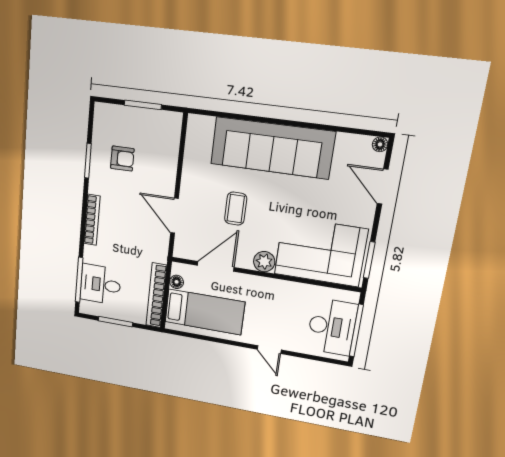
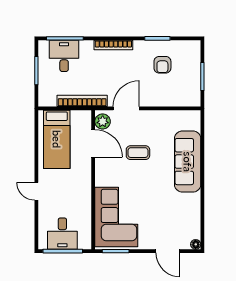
sofa: (272, 148) -> (188, 162), width x0.74, depth x0.79
door: (383, 187) -> (168, 251), swing flipped
plant: (264, 262) -> (103, 121), moved
floor lamp: (177, 282) -> (76, 115), removed
bookcase: (156, 295) -> (82, 101), moved
desk: (332, 327) -> (62, 234), width x0.73
door: (269, 350) -> (36, 191), hinge flipped

